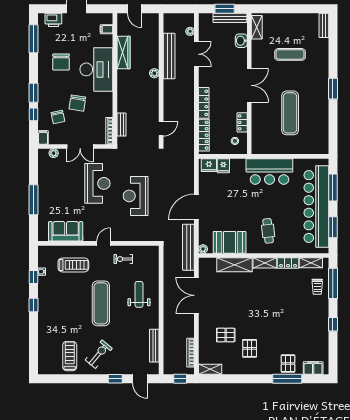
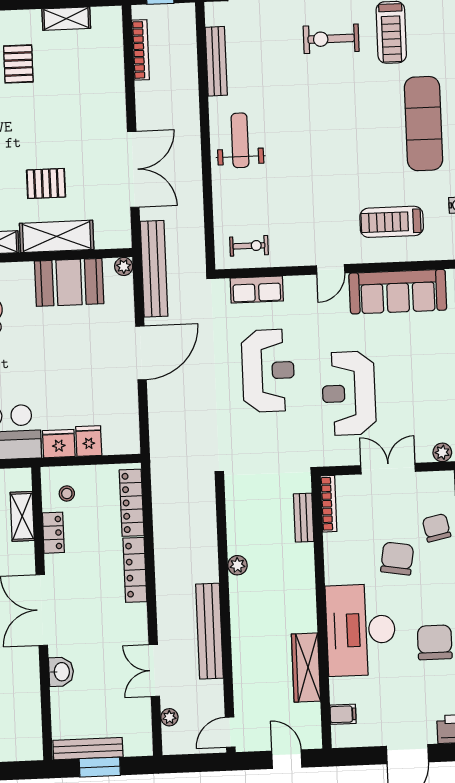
shelving: (257, 27) -> (22, 516), moved
washbasin: (241, 41) -> (61, 672), moved
bench: (169, 56) -> (210, 631), moved
plant: (154, 73) -> (237, 565), moved
door: (161, 129) -> (230, 732), moved
fridge: (209, 165) -> (59, 444), moved
sofa: (66, 231) -> (398, 292), width x1.36
row of seats: (139, 235) -> (257, 290), added
exercise bike: (123, 259) -> (249, 246), moved
weight bench: (139, 294) -> (240, 140), moved, turned 180
exercise mat: (101, 303) -> (424, 124), moved
pallet: (226, 335) -> (46, 183), moved
exercise bike: (99, 354) -> (331, 39), turned 50
shelving: (210, 369) -> (66, 19), moved

